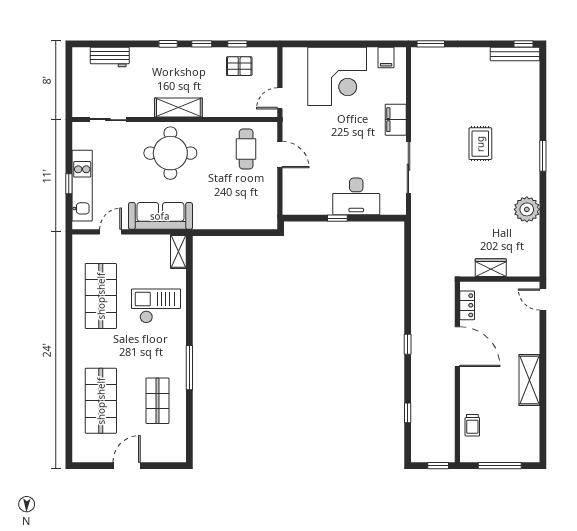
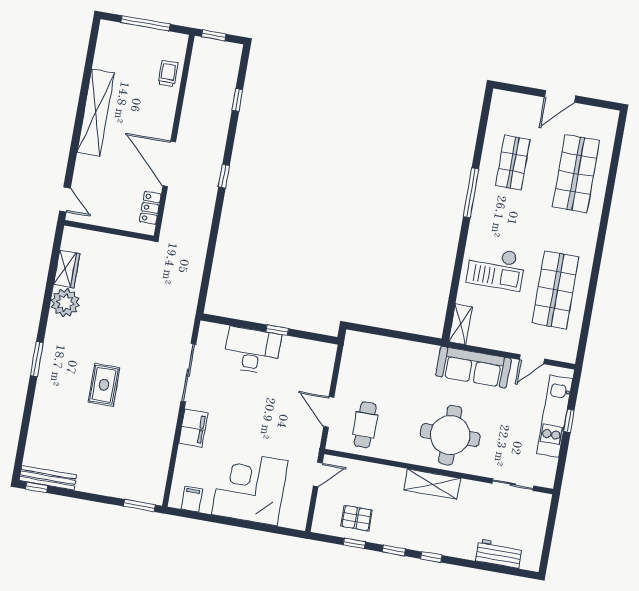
wardrobe: (491, 268) -> (67, 269), moved, turned -90
shelving: (529, 380) -> (96, 113), width x1.47

